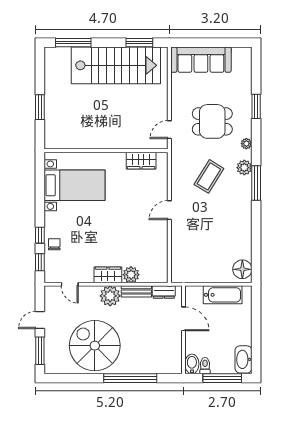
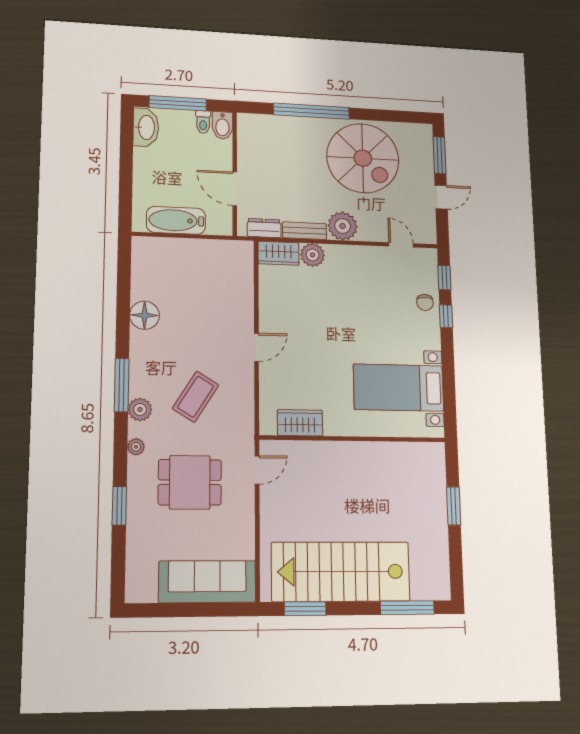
floor lamp: (242, 269) -> (145, 315), moved
wardrobe: (108, 275) -> (279, 253), moved

